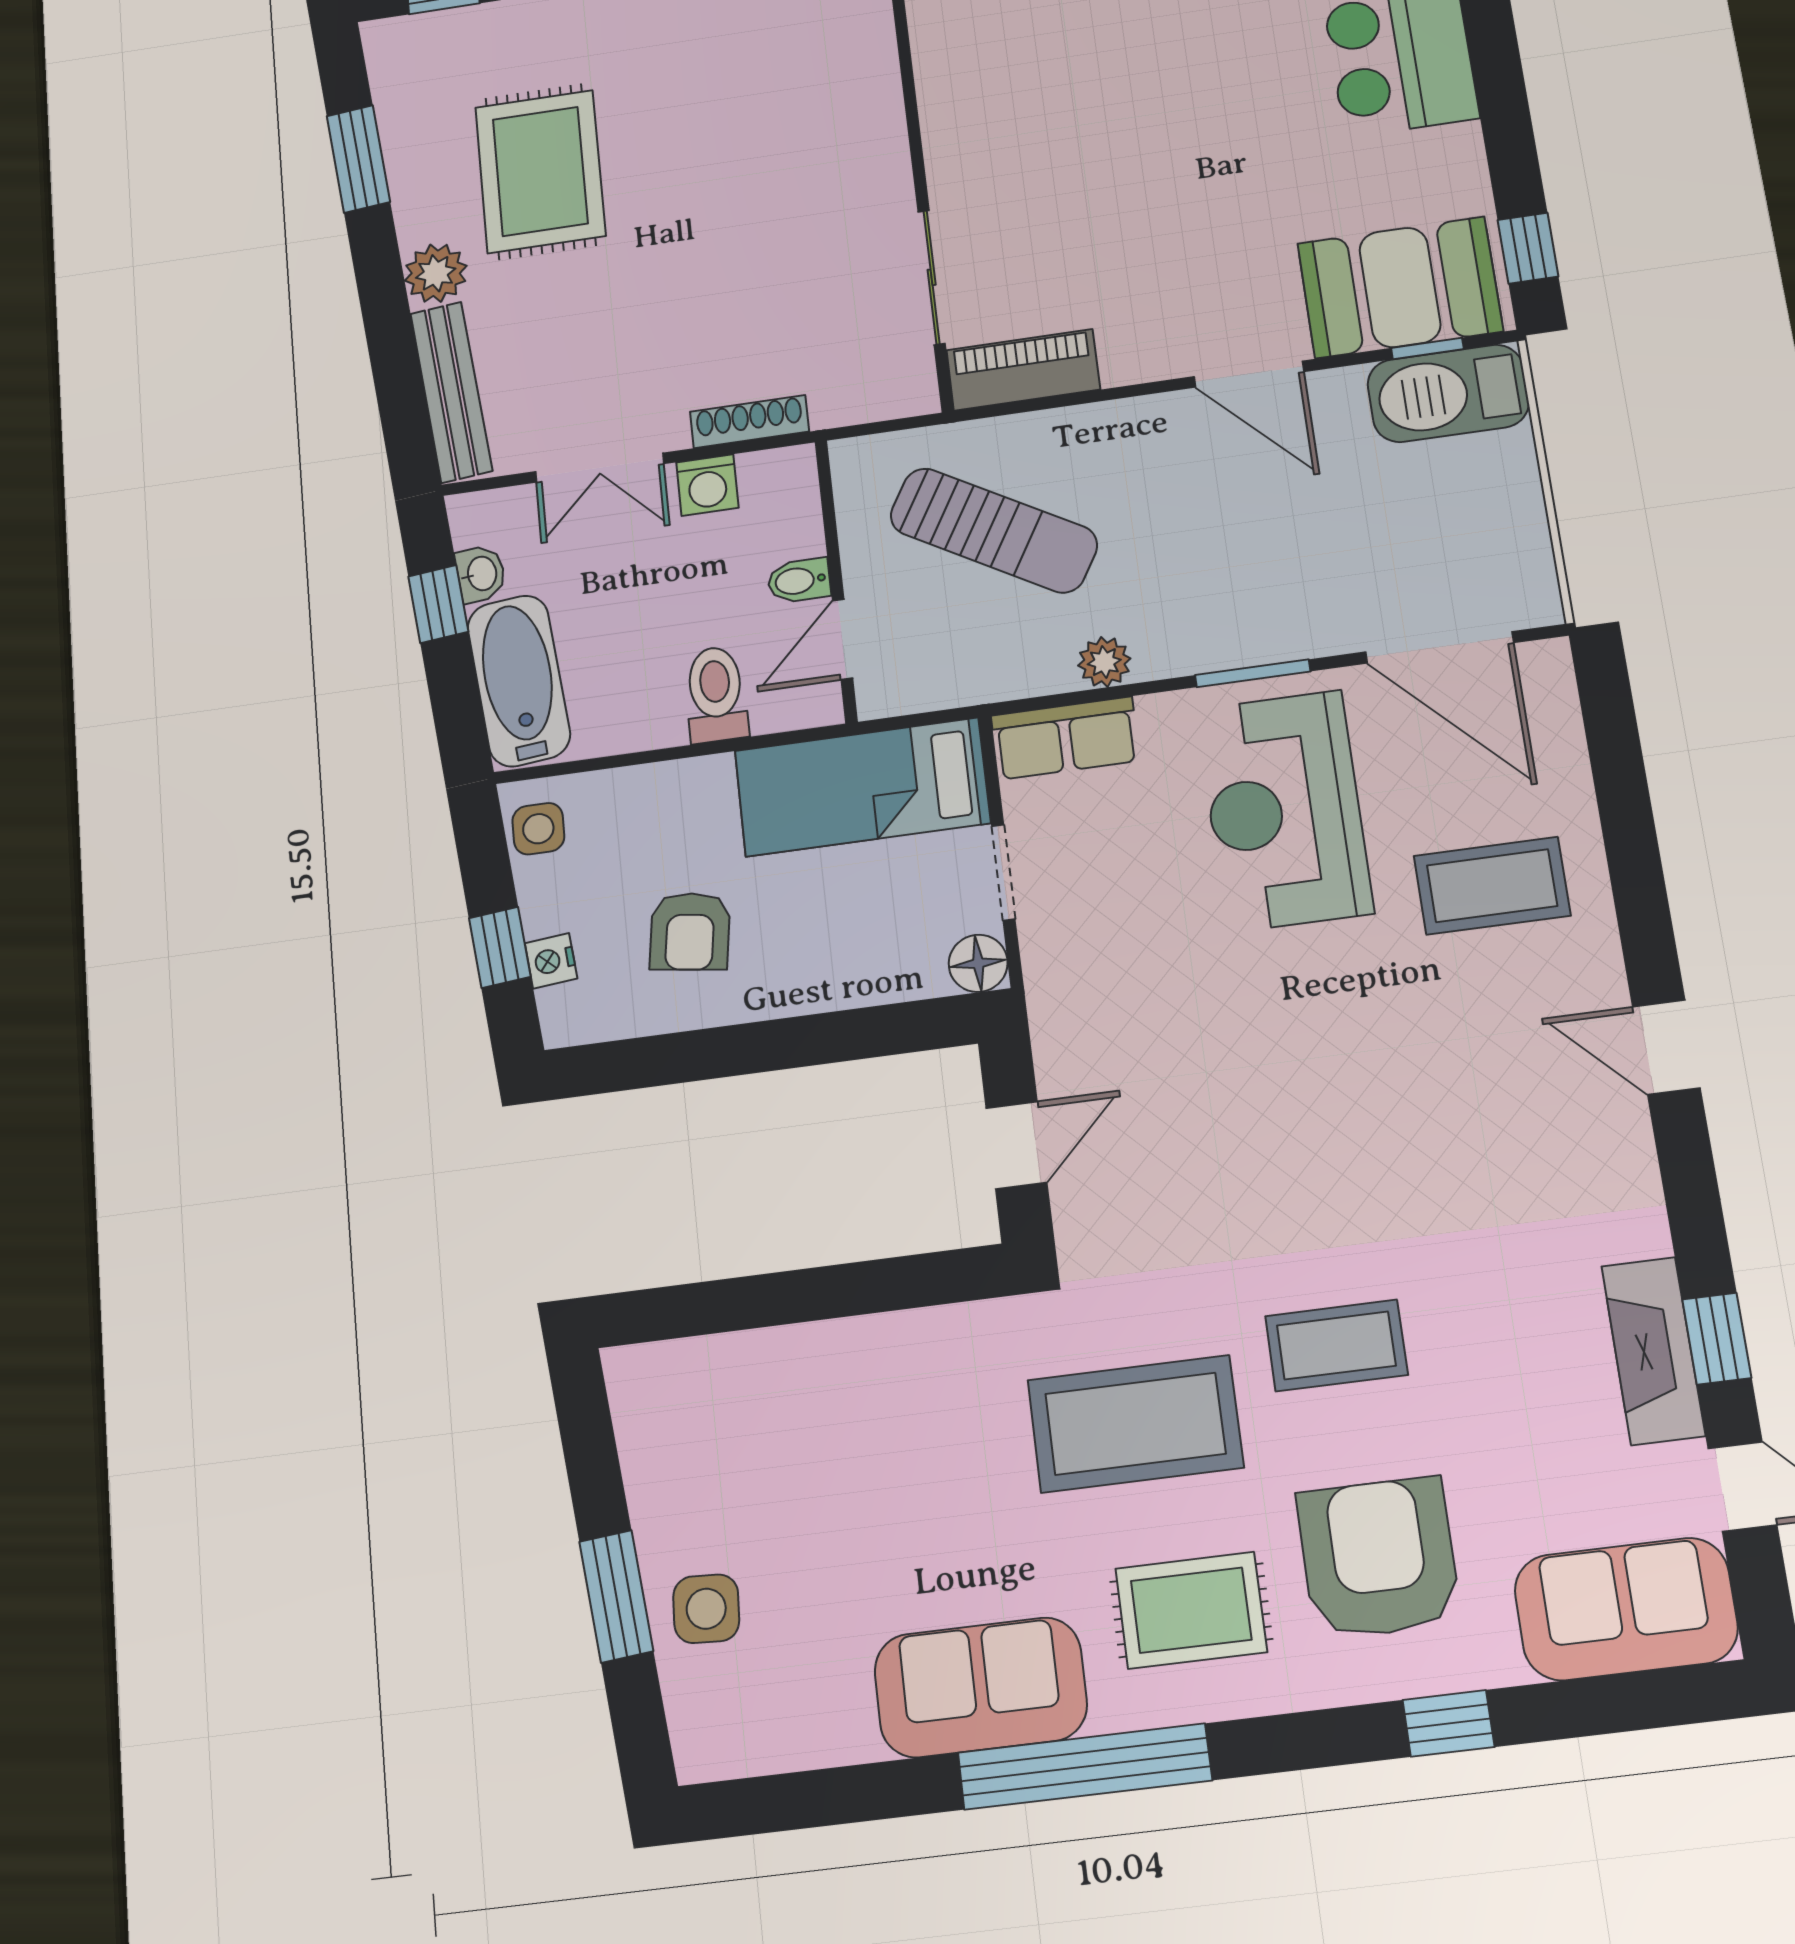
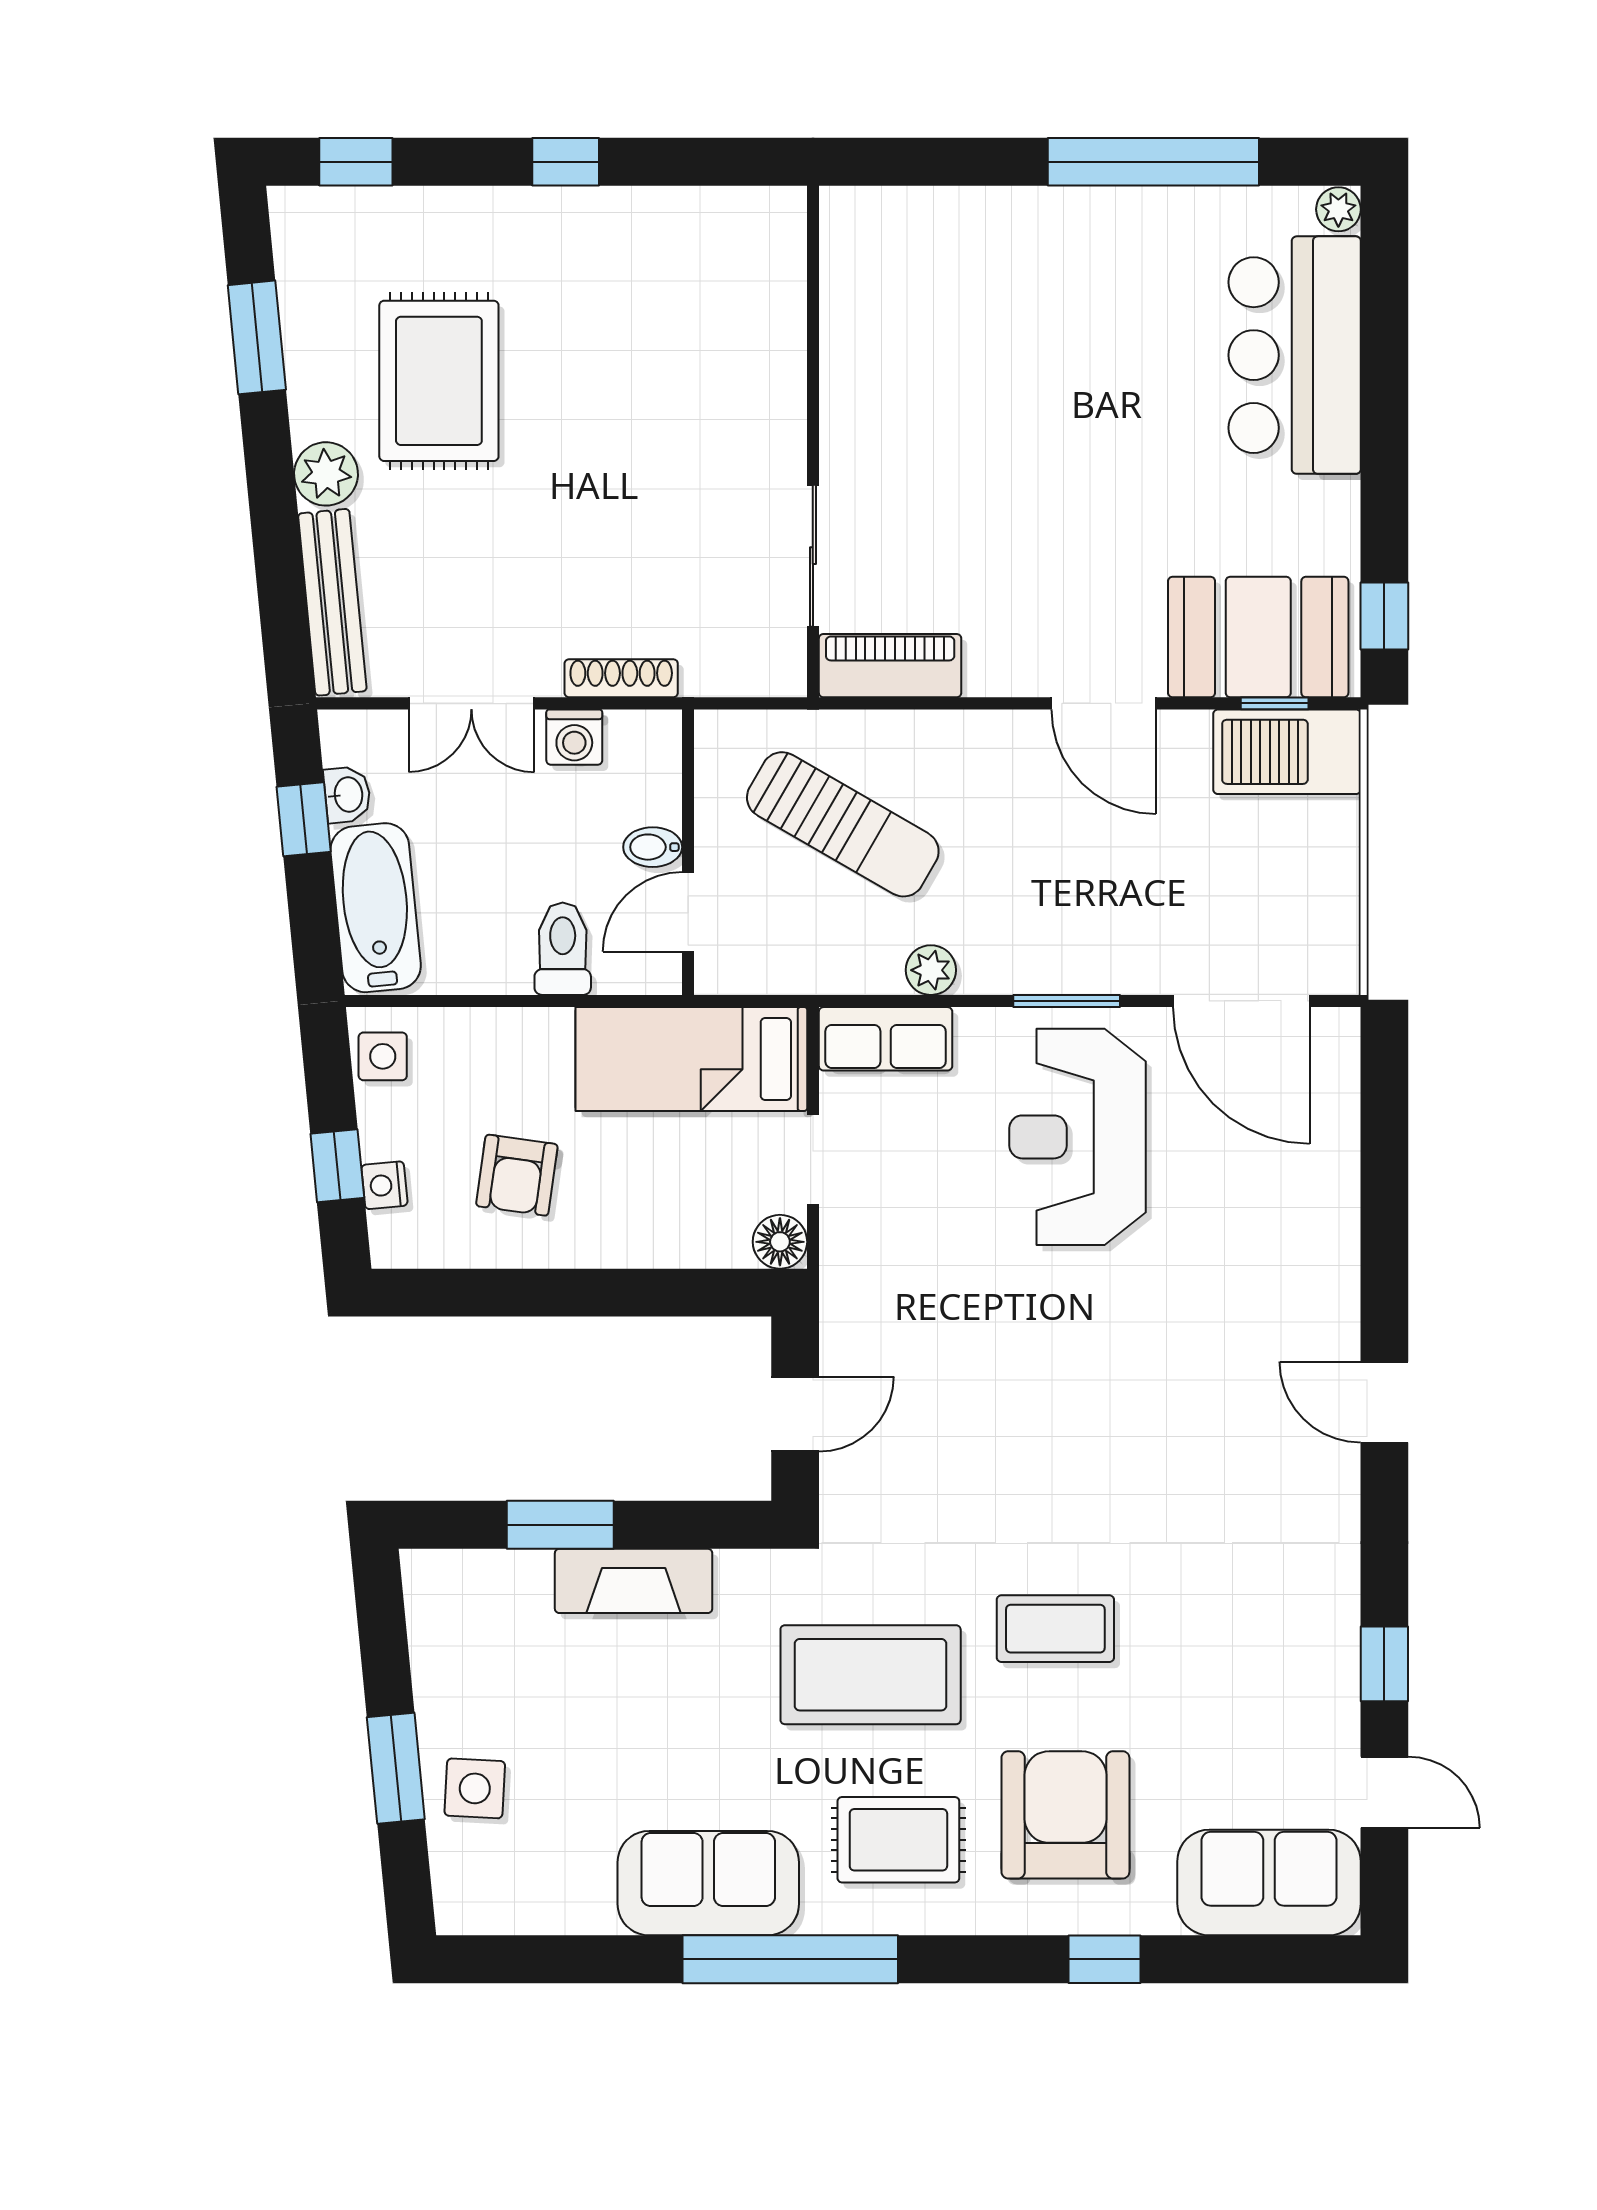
coffee table: (1492, 886) -> (1254, 1233), removed
window: (773, 1299) -> (560, 1525), added
fireplace: (1653, 1351) -> (634, 1581), moved, turned -90

